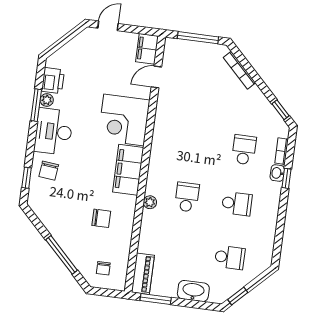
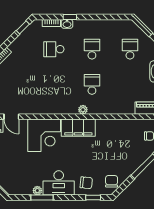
printer: (53, 81) -> (23, 188), removed
school desk: (187, 197) -> (92, 84), turned 90
plant: (150, 202) -> (83, 110), moved
chair: (101, 218) -> (112, 181), moved

